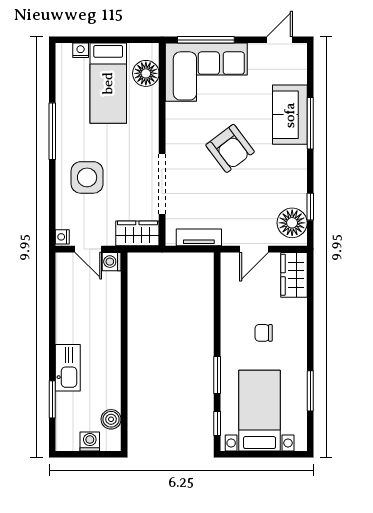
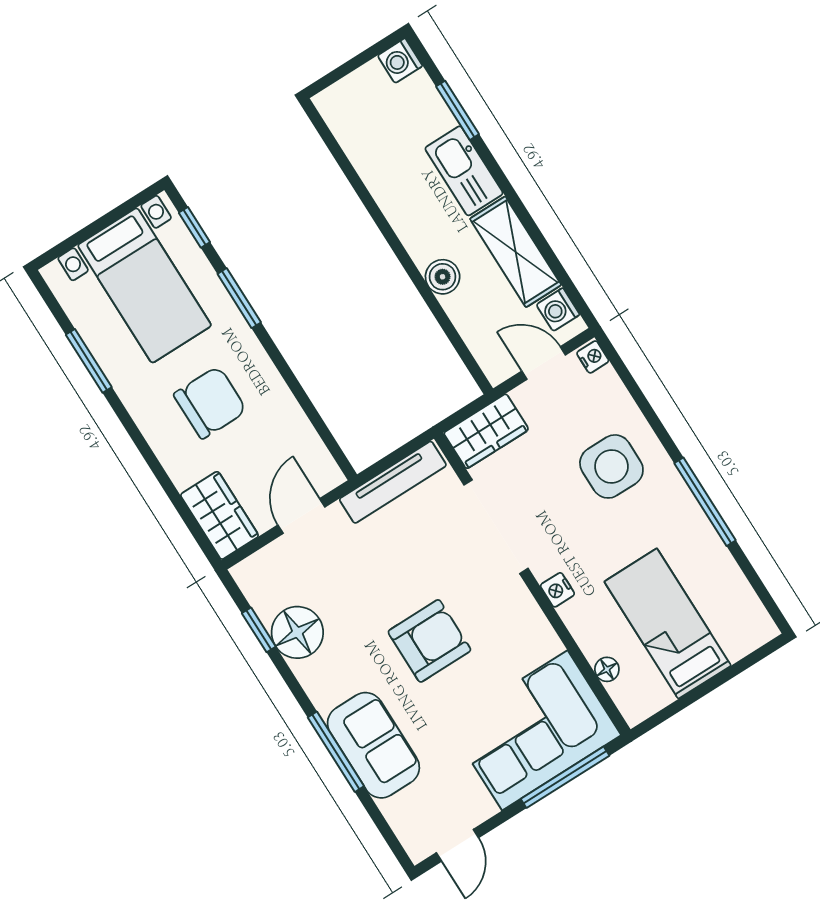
nightstand: (81, 50) -> (557, 590), moved, turned 90
floor lamp: (146, 73) -> (607, 669), width x0.53, depth x0.53
armchair: (230, 148) -> (429, 641), turned 127
floor lamp: (292, 223) -> (297, 632), moved
tv unit: (199, 237) -> (393, 482), width x1.41
washing machine: (112, 262) -> (558, 310), moved, turned 180
shelving: (68, 312) -> (516, 252), added
chair: (264, 333) -> (210, 403), width x1.87, depth x1.87
boiler: (111, 419) -> (443, 277), moved
washing machine: (90, 441) -> (400, 61), moved, turned 90

